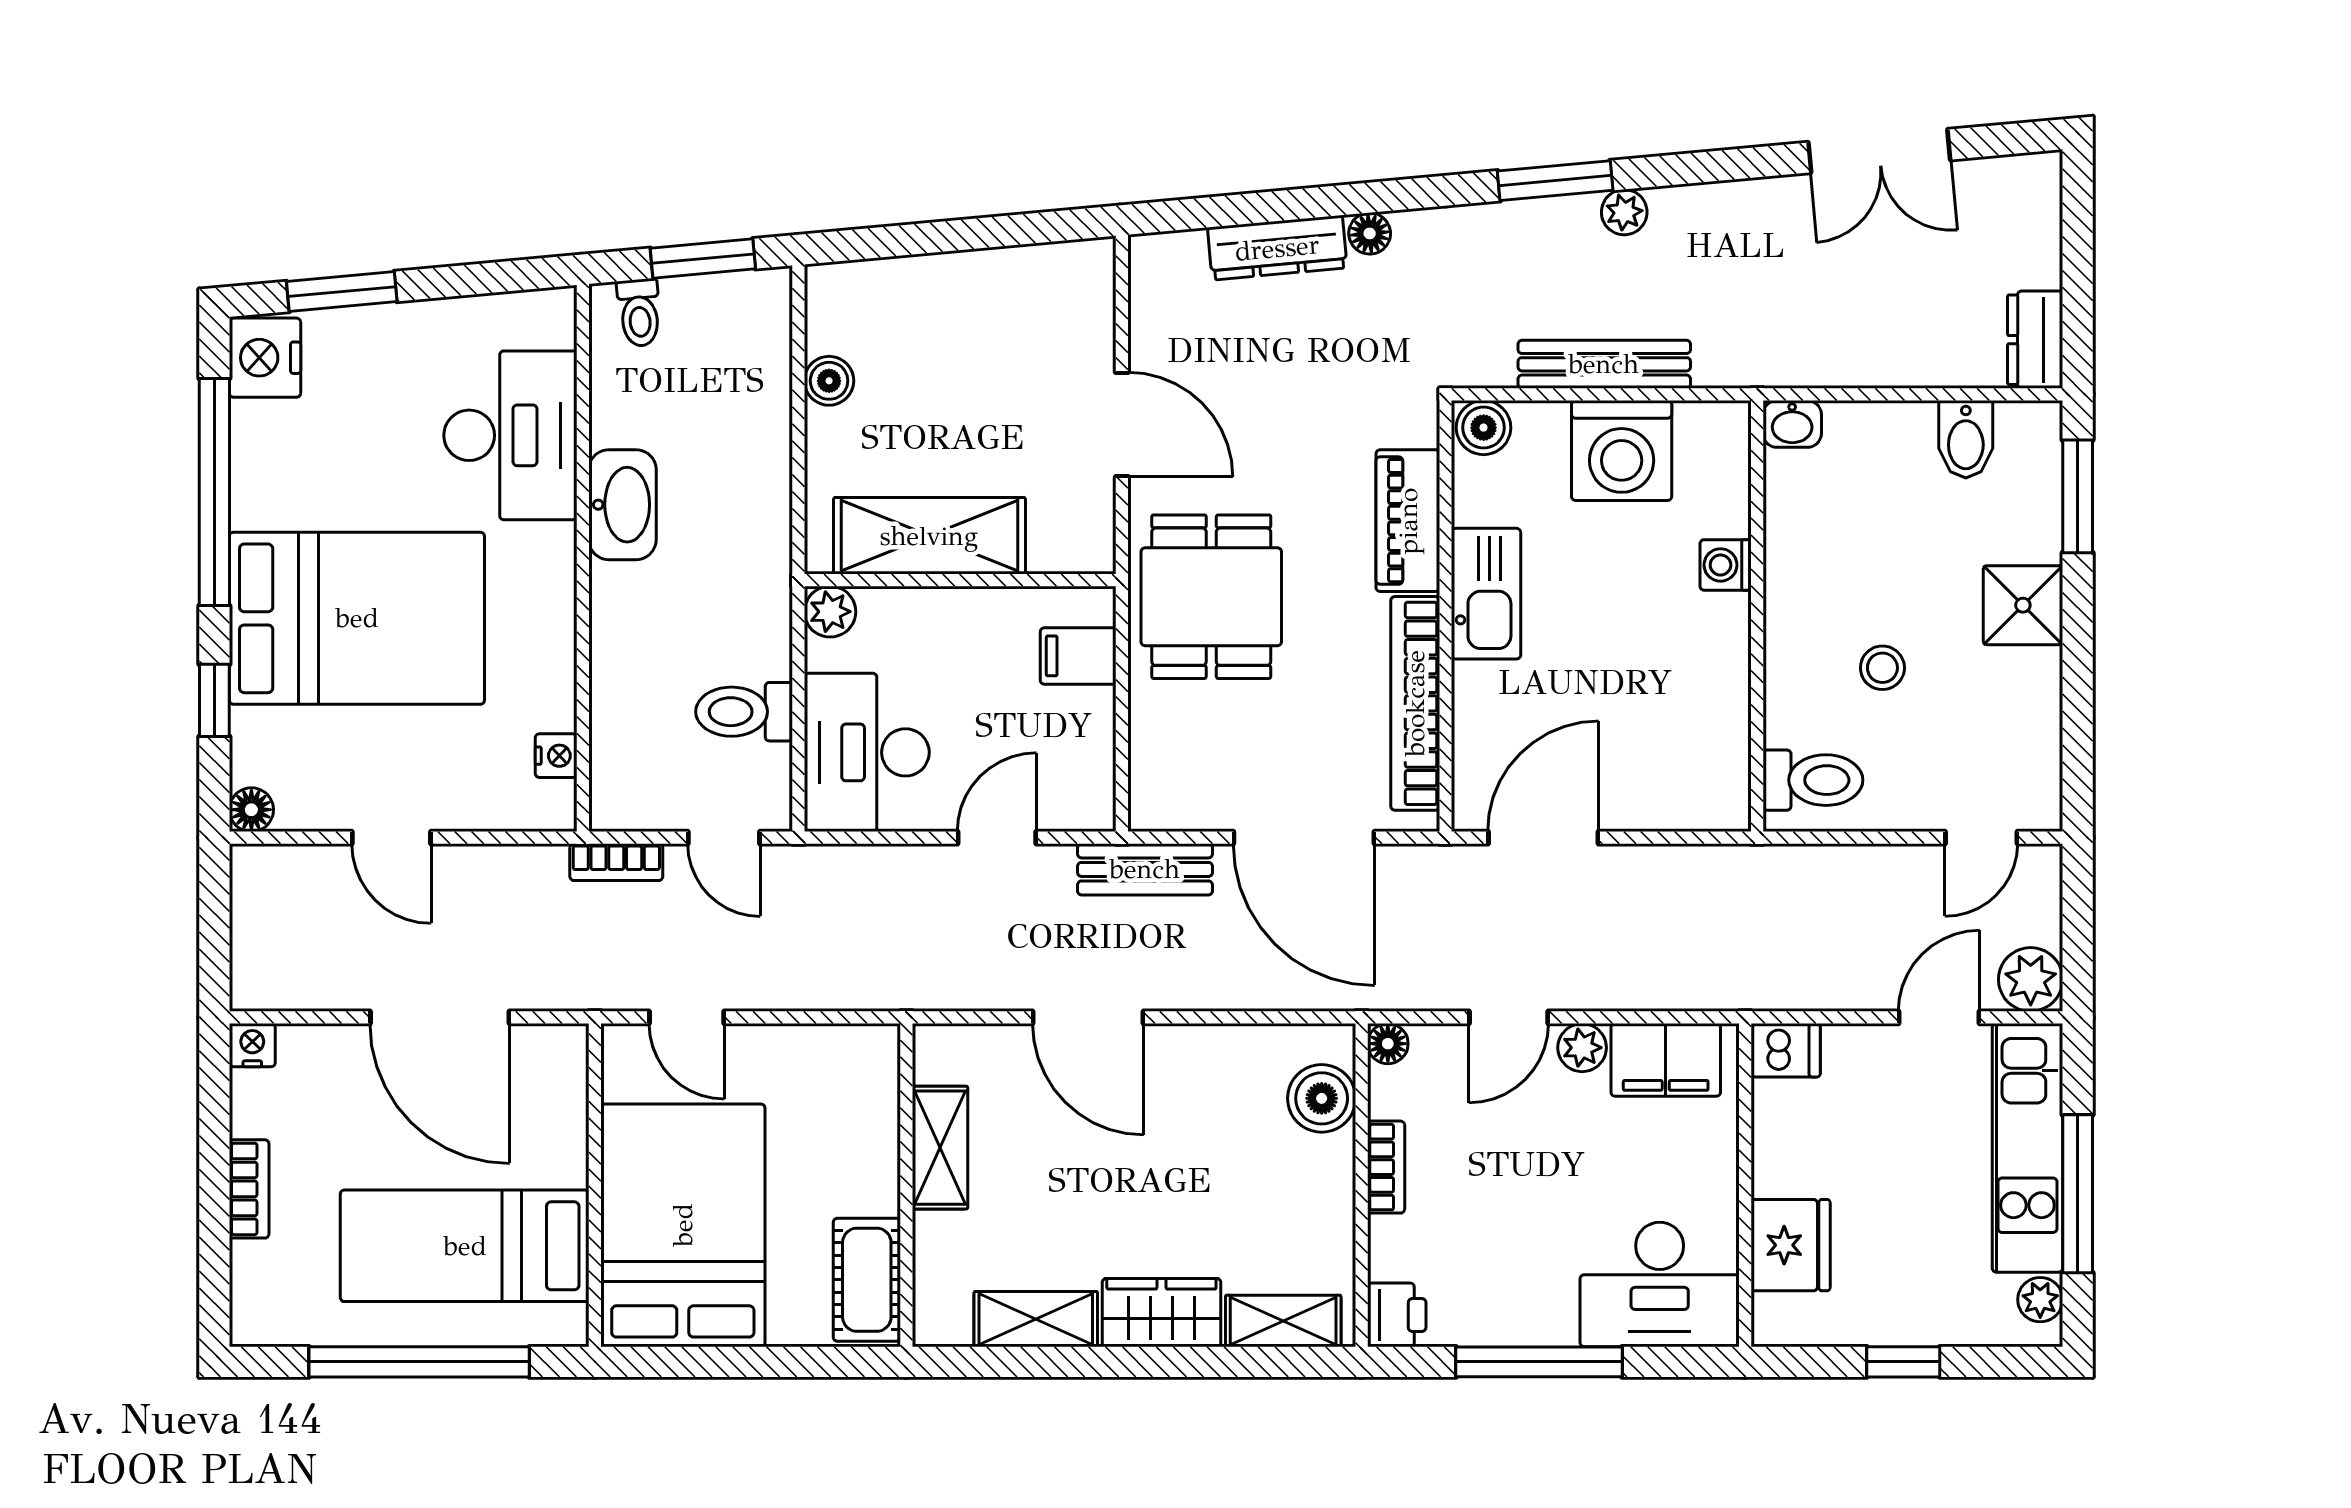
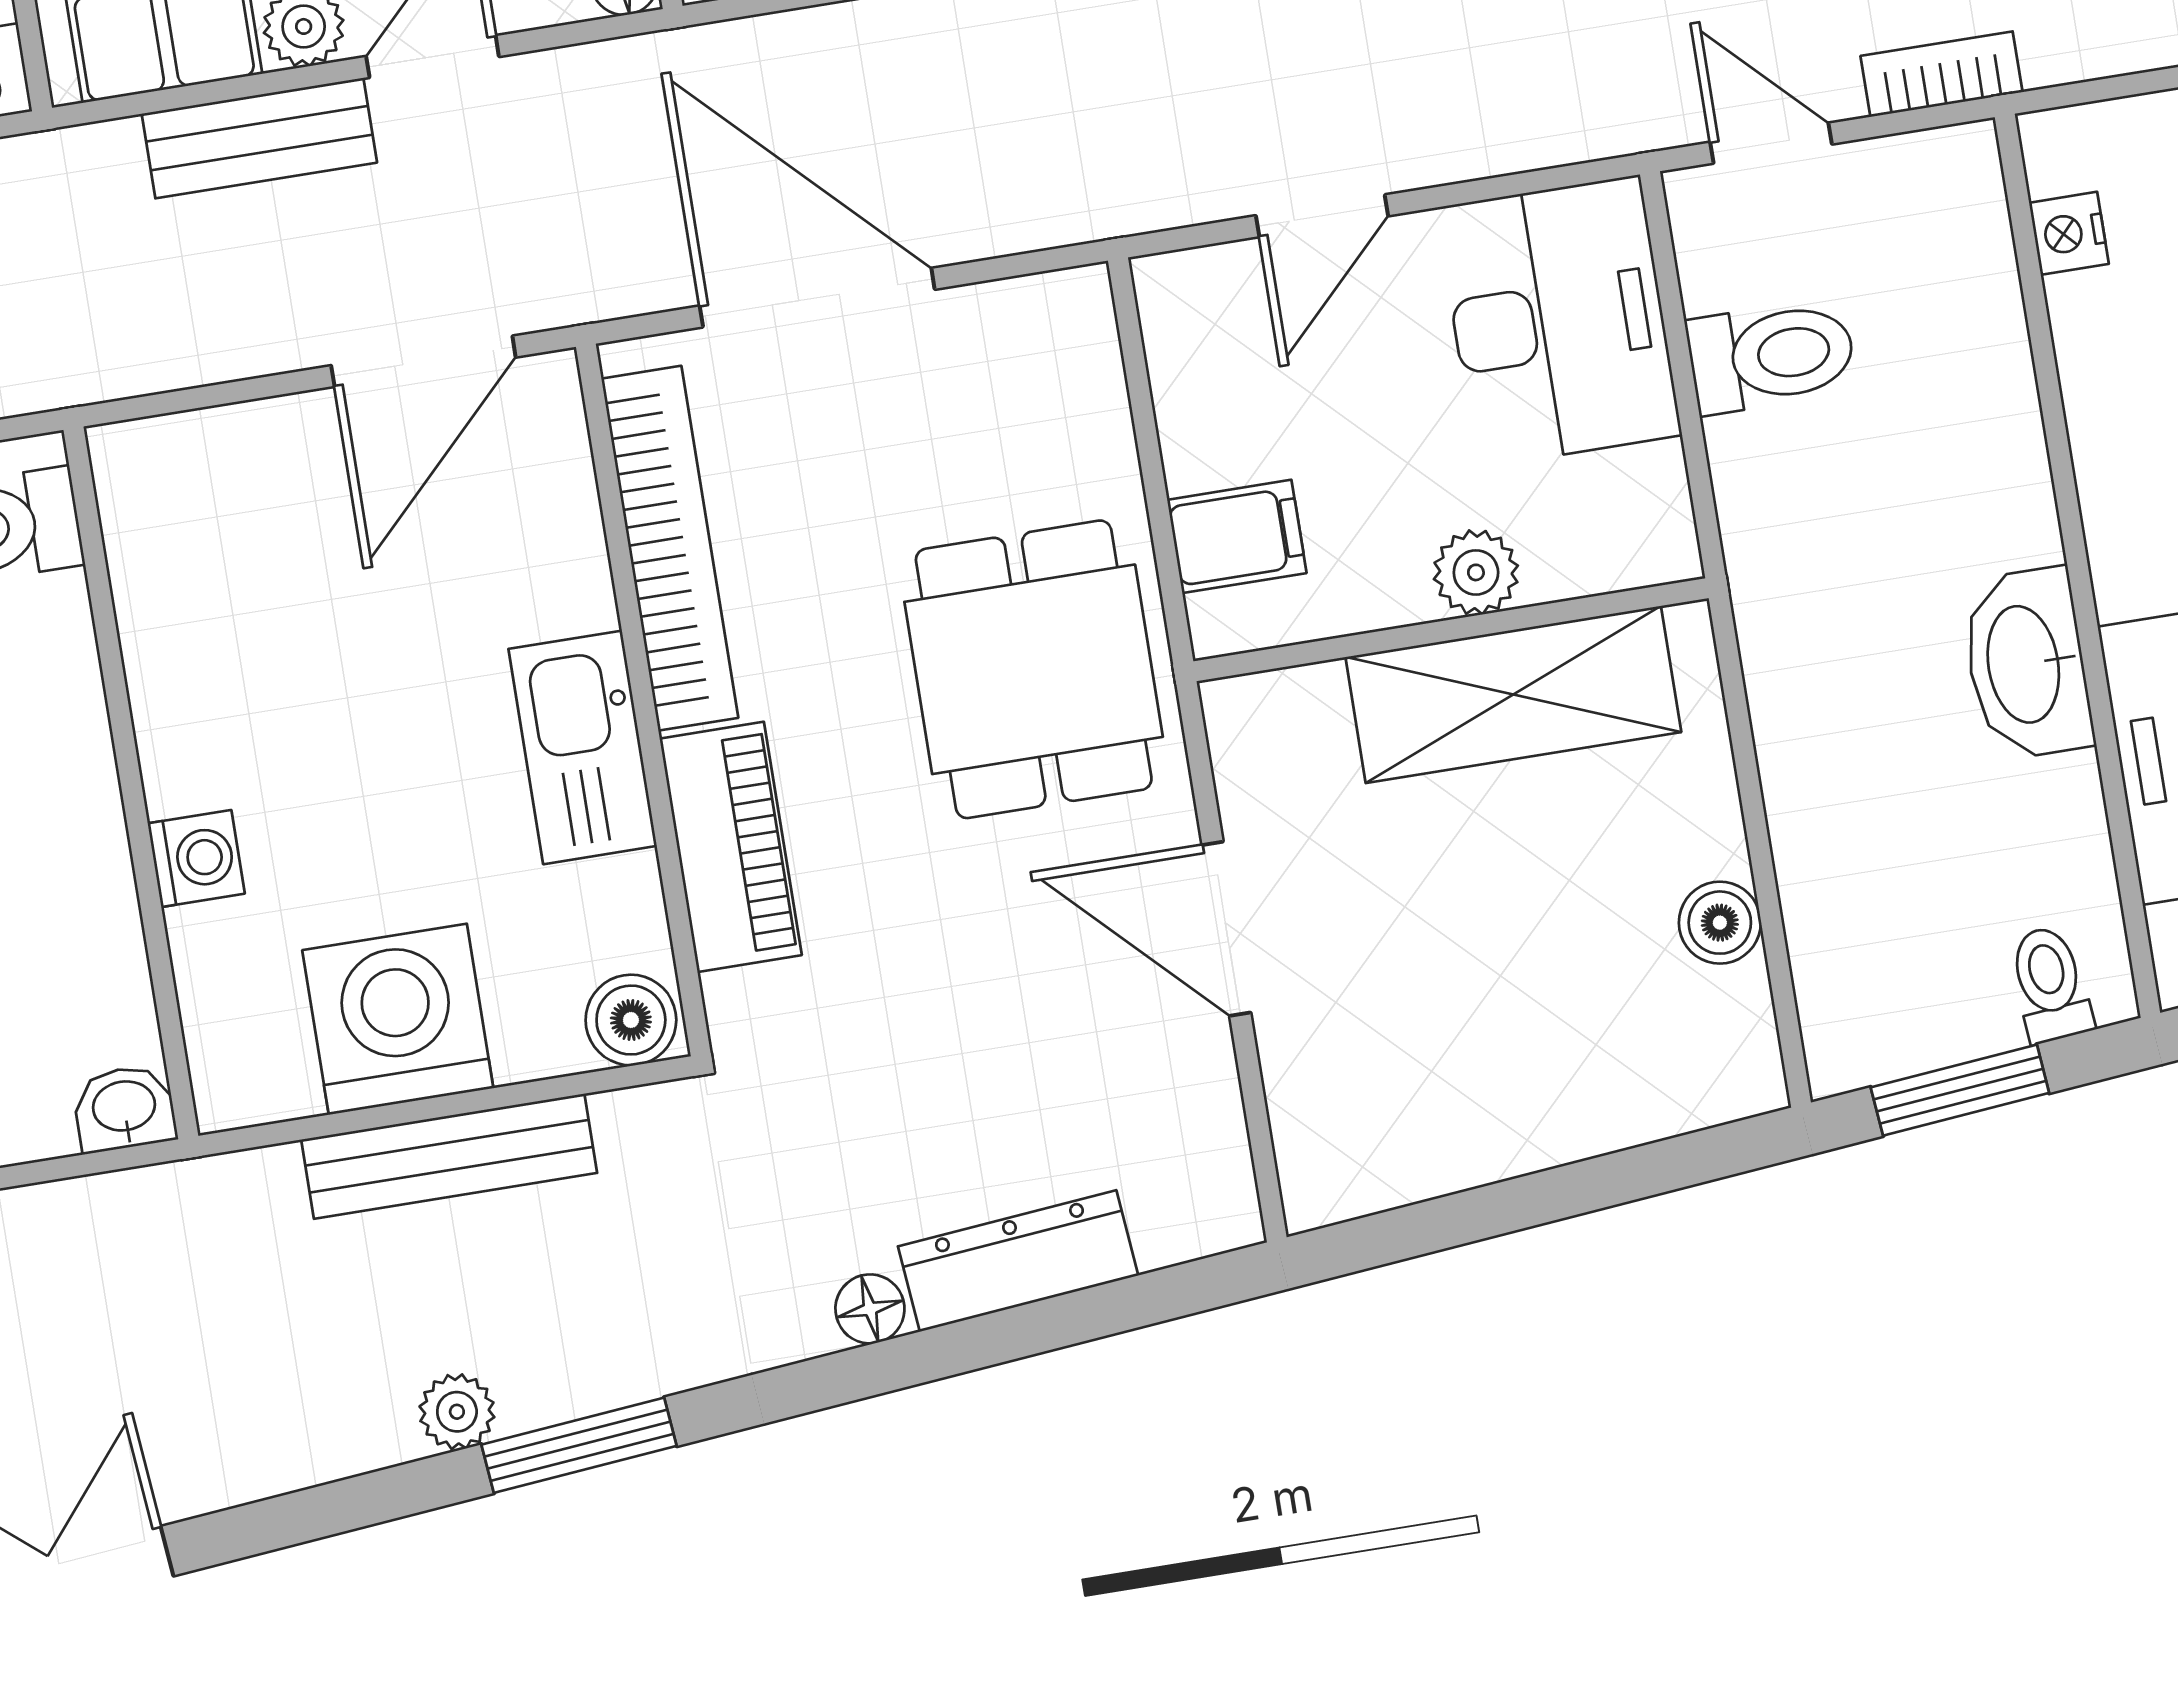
plant: (830, 612) -> (1476, 572), moved
bench: (1145, 869) -> (259, 138), moved

